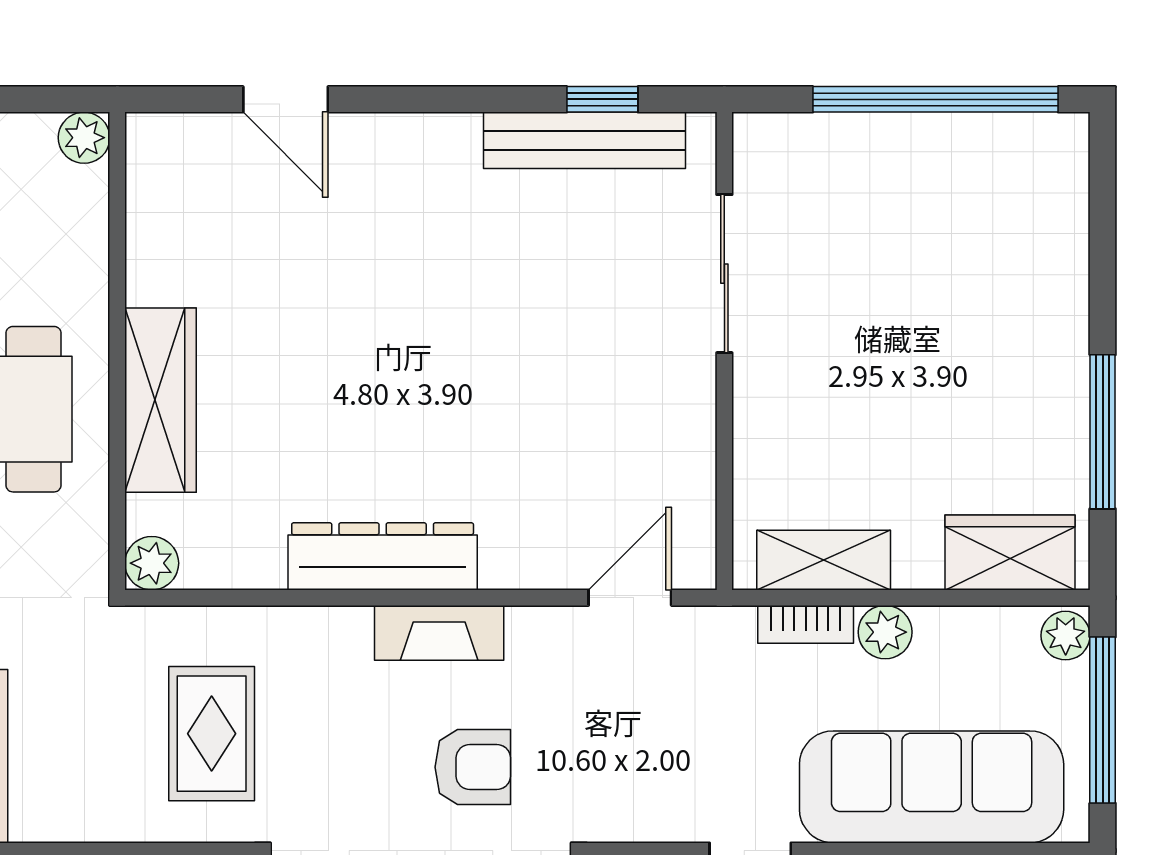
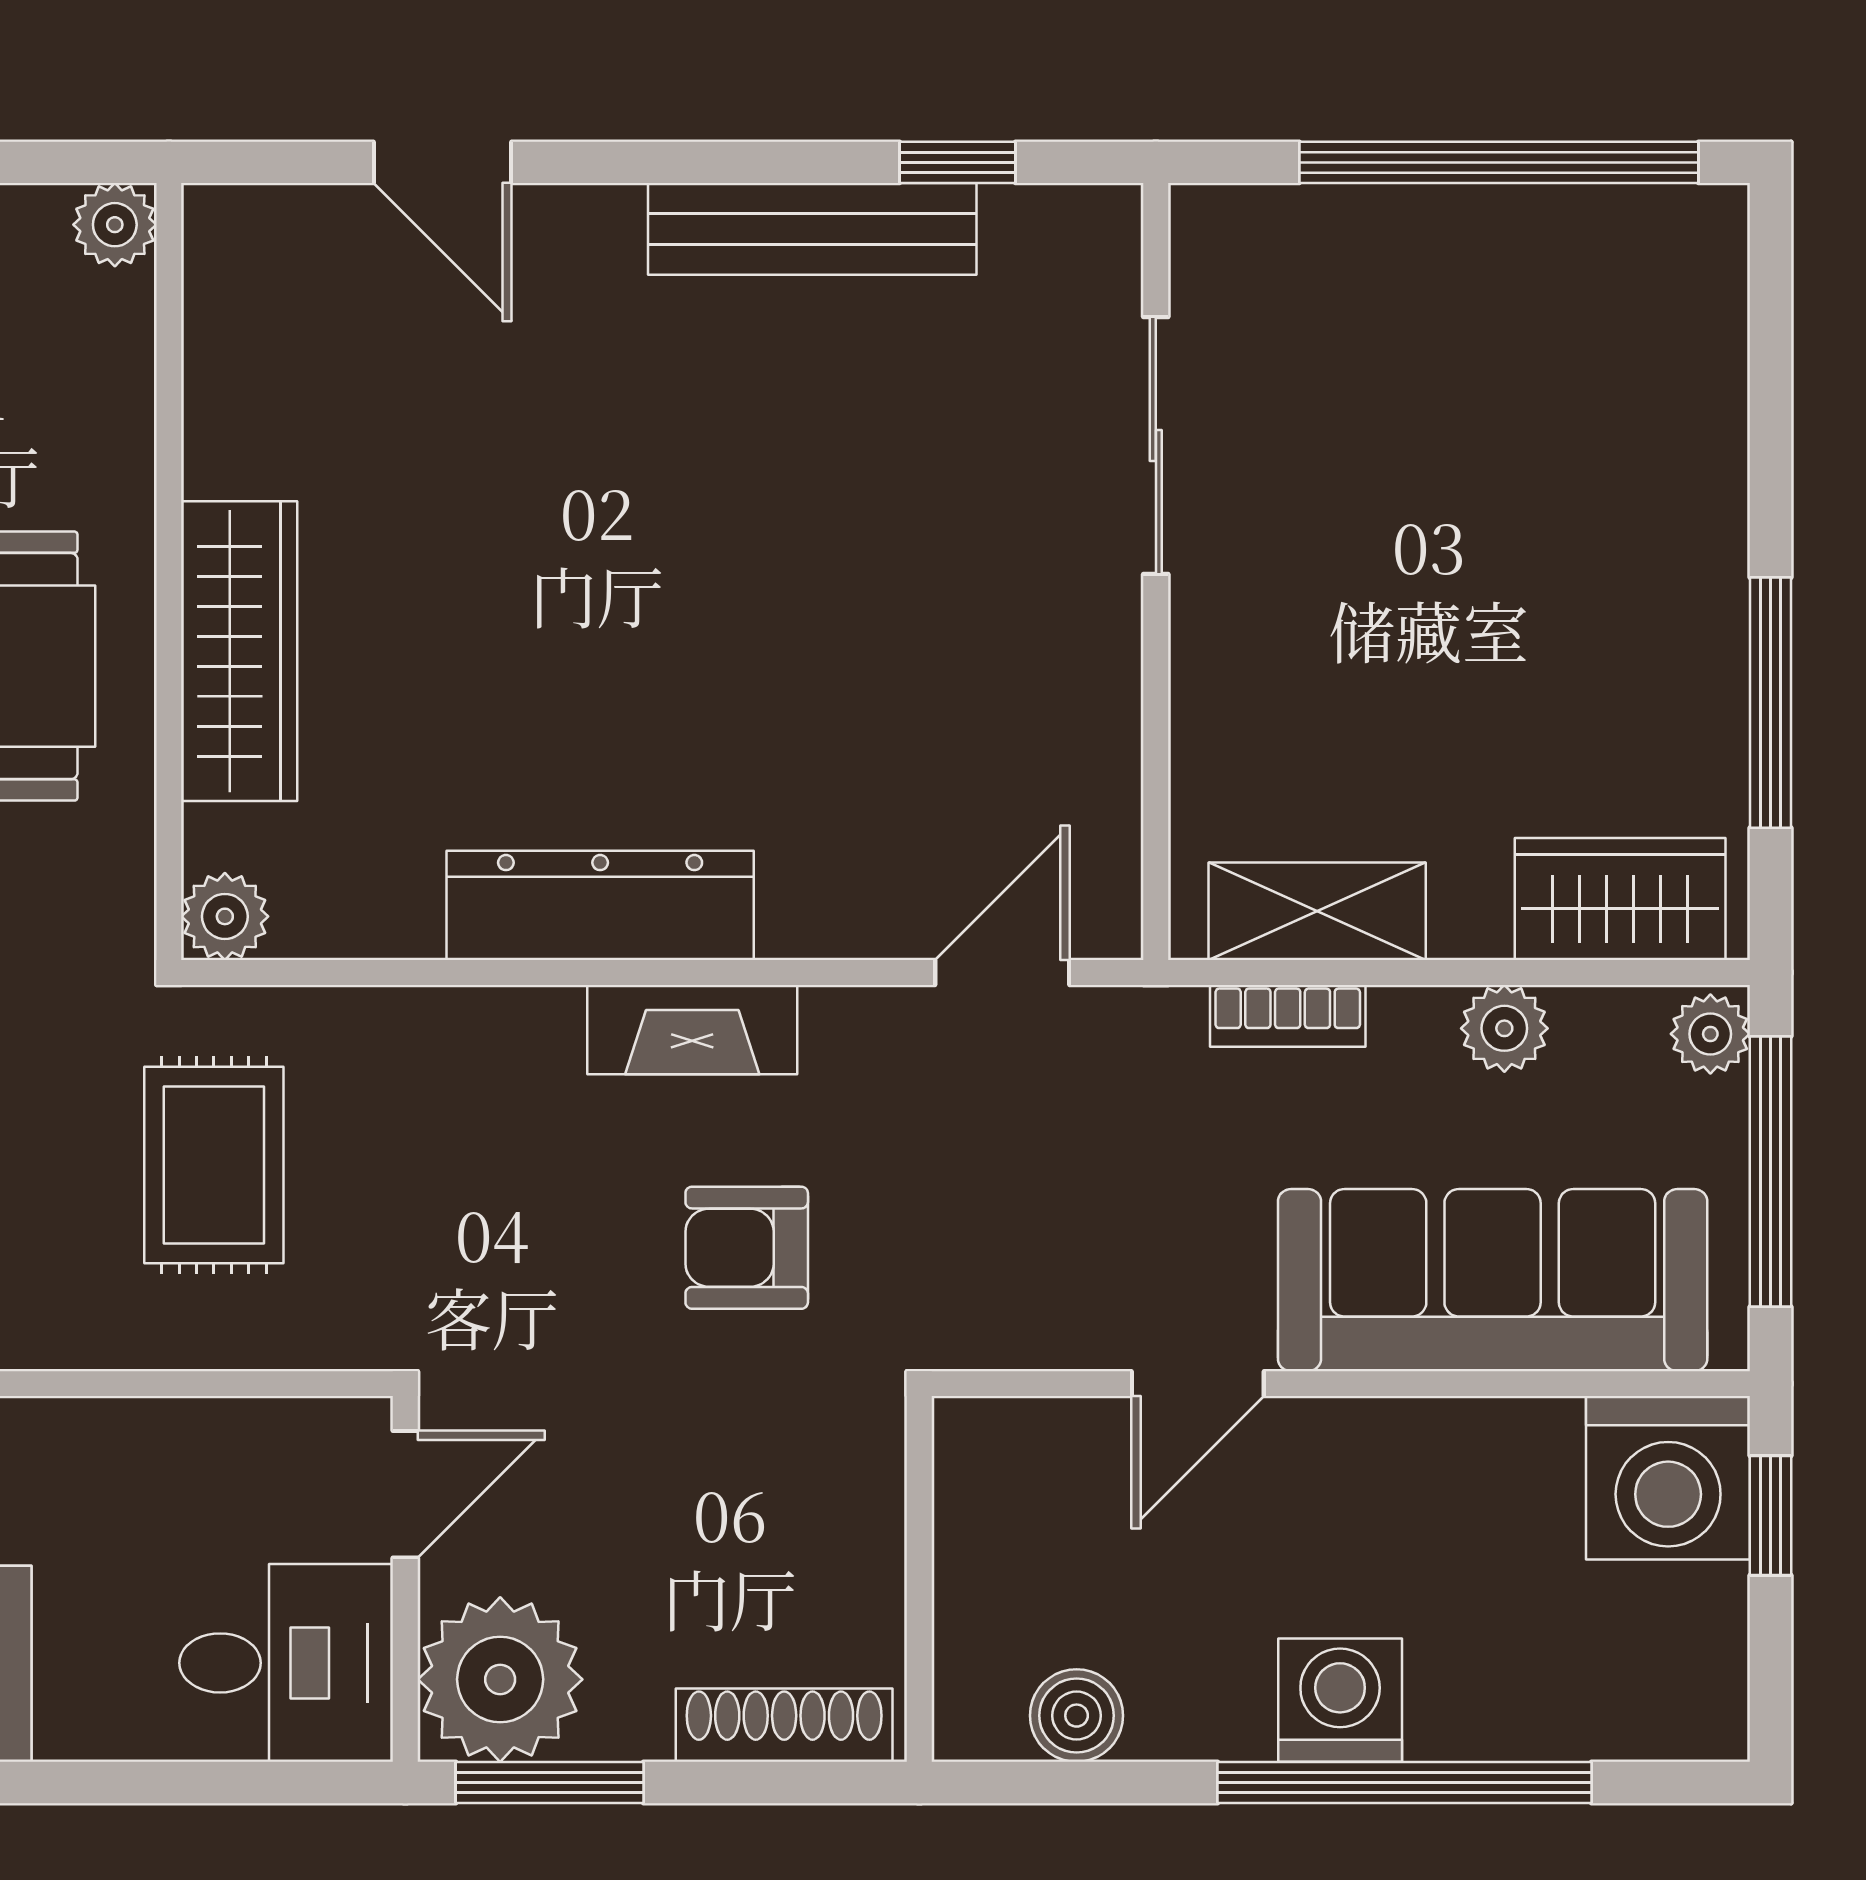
bench: (584, 140) -> (812, 229), moved
plant: (885, 632) -> (1504, 1028), moved
rug: (212, 734) -> (214, 1165), moved
armchair: (473, 767) -> (747, 1248), turned 180

